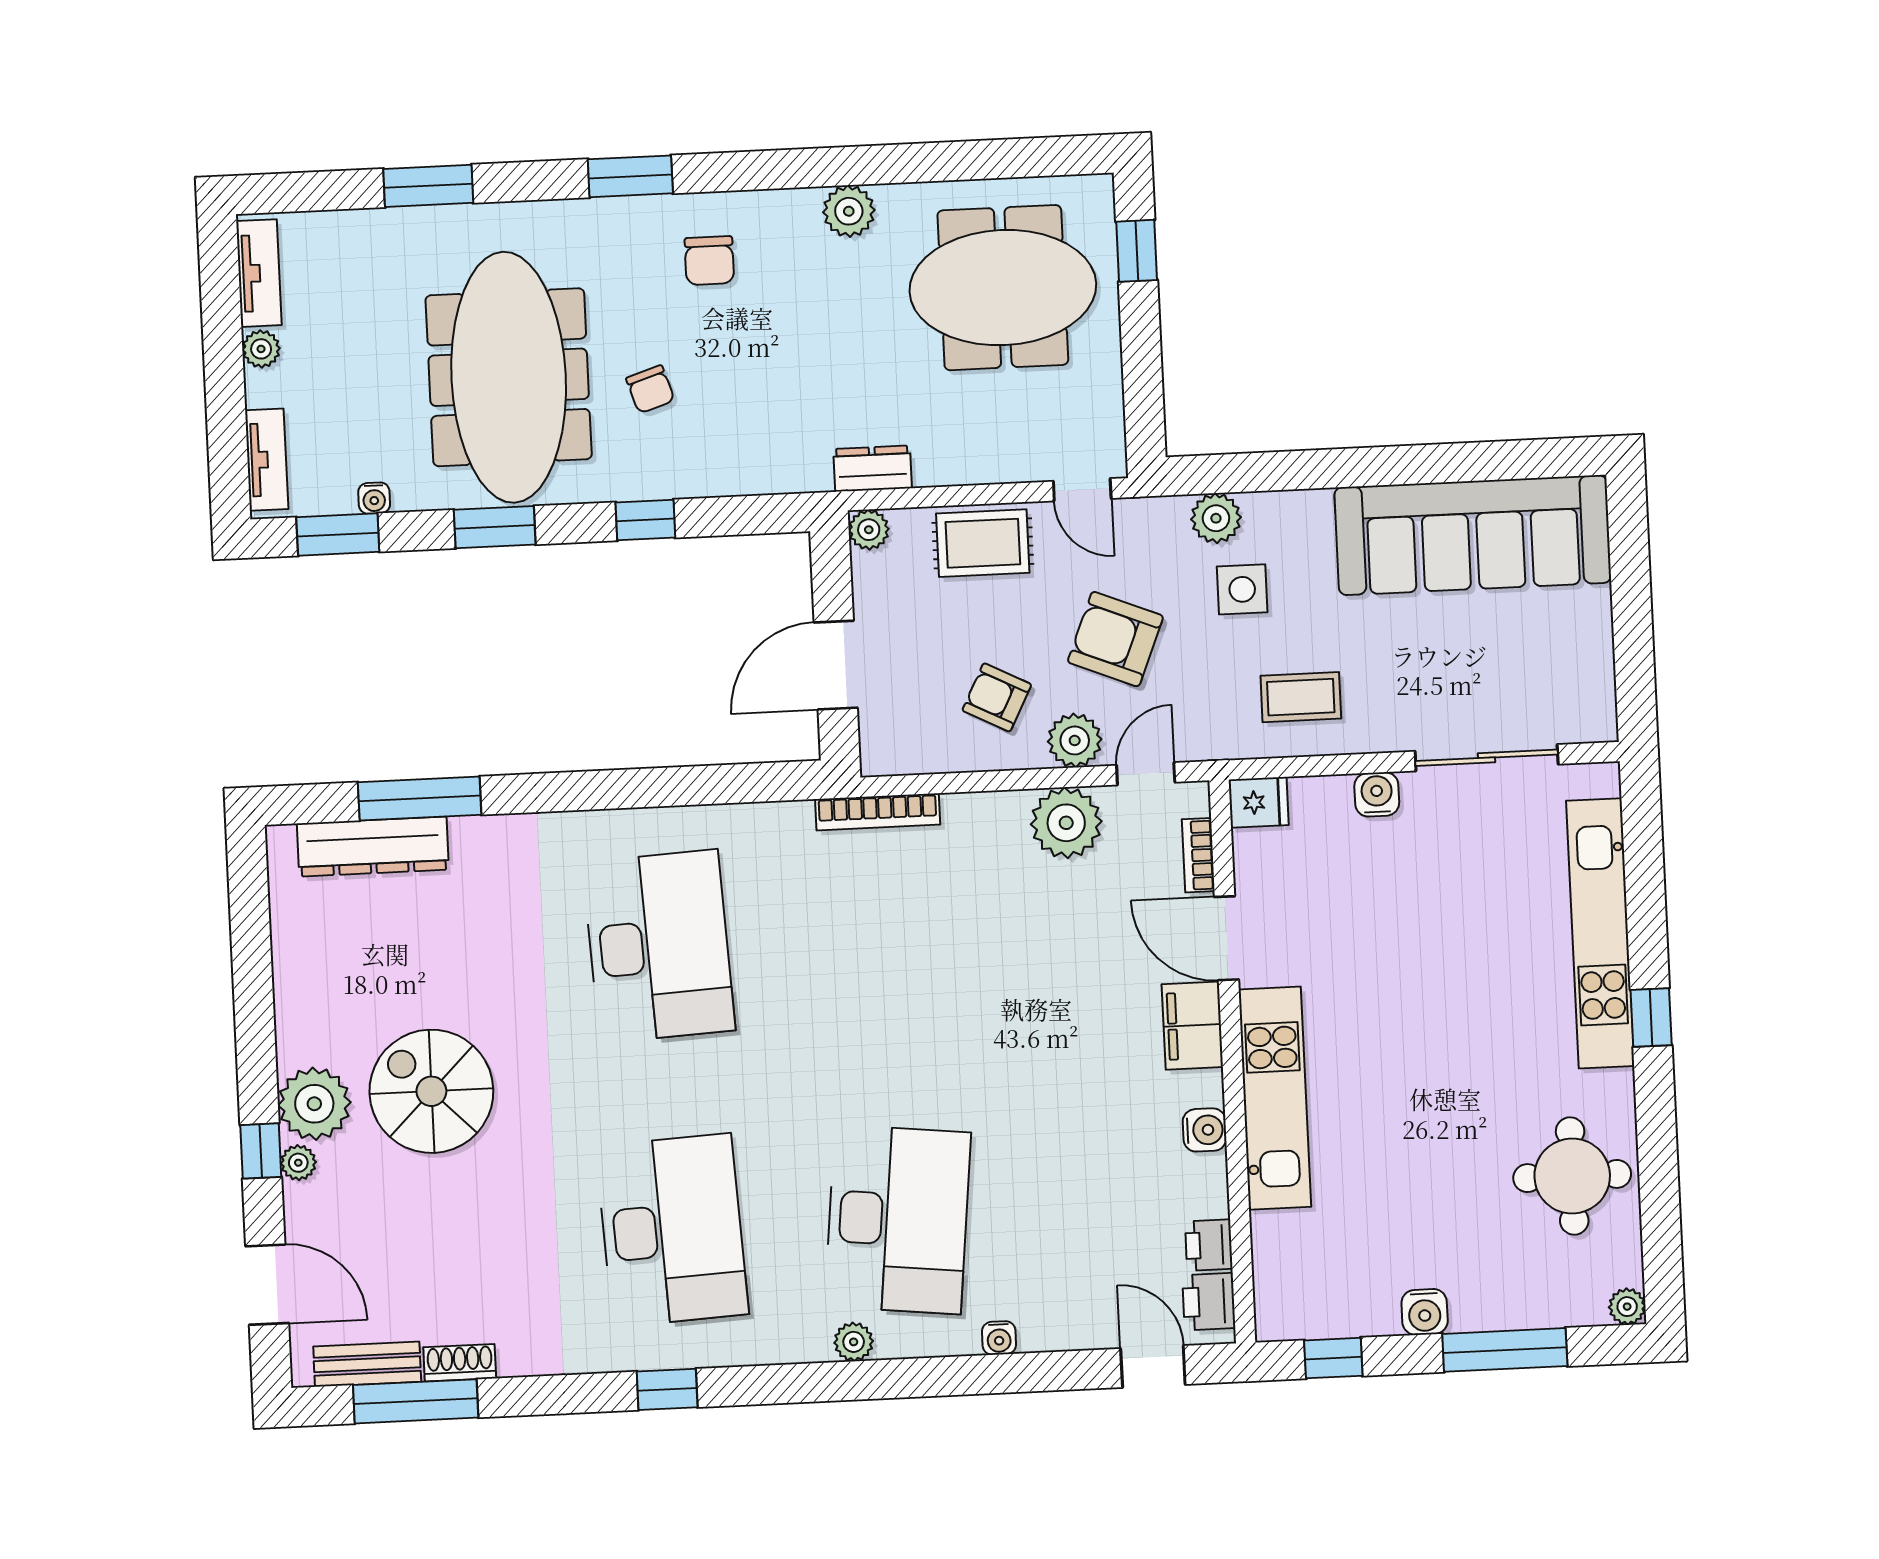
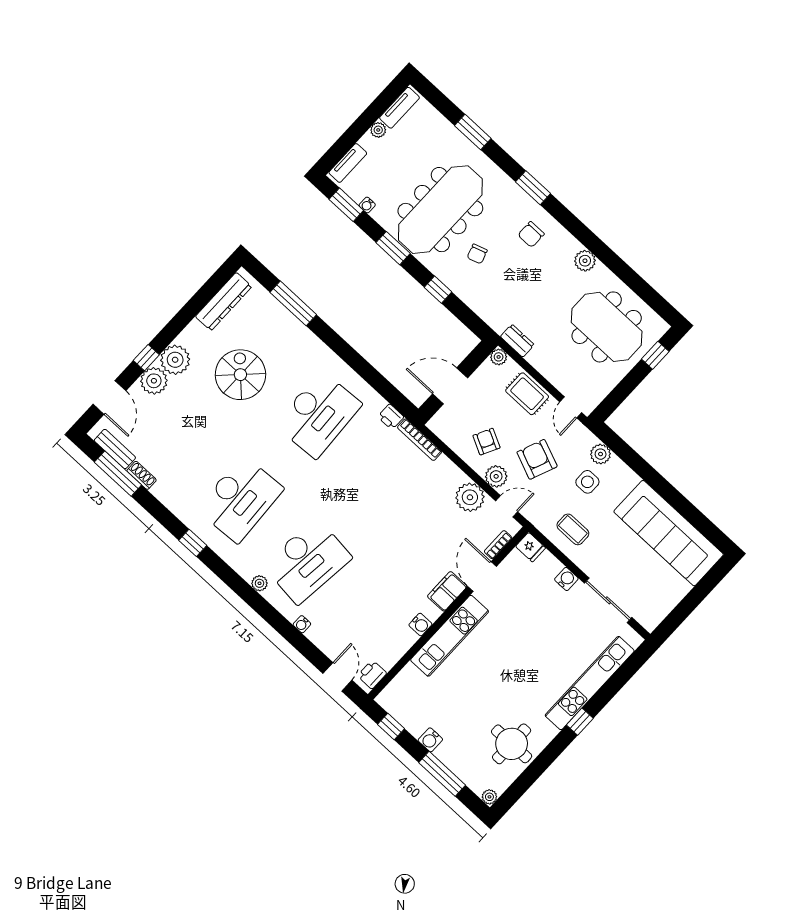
dresser: (373, 847) -> (224, 302), moved, turned -90
spiral stairs: (431, 1091) -> (240, 375), moved
plant: (298, 1163) -> (154, 381), width x1.88, depth x1.88
printer: (1209, 1245) -> (391, 417), moved, turned -90

